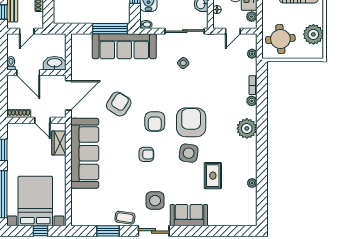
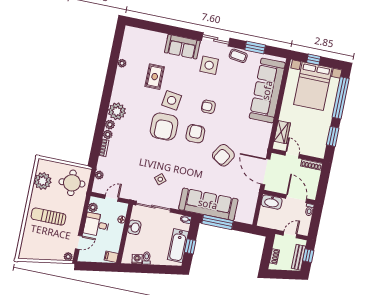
door: (68, 95) -> (265, 172), hinge flipped
plant: (251, 112) -> (110, 125), added
sofa: (85, 153) -> (267, 90), moved

